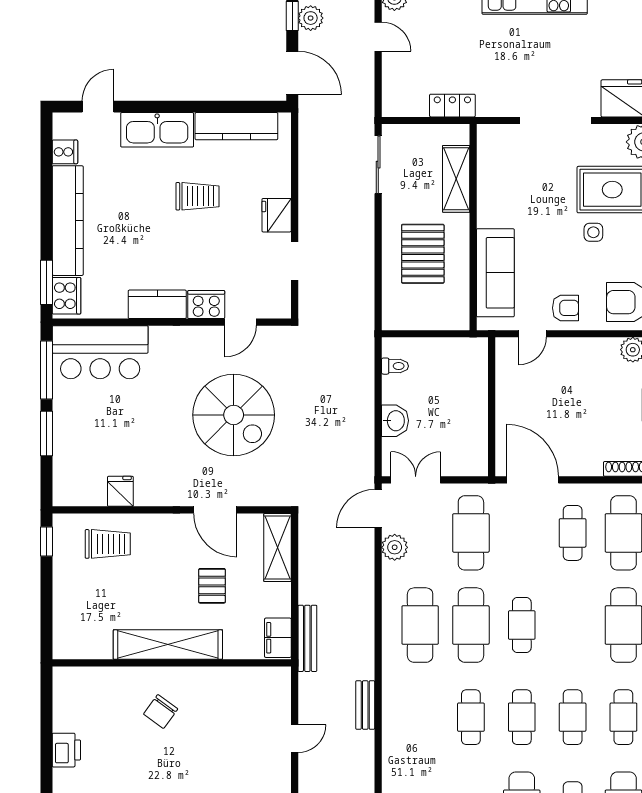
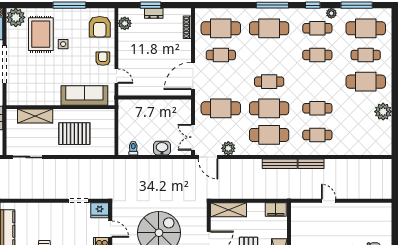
fridge: (277, 215) -> (100, 210), moved
bench: (307, 638) -> (280, 164), moved
cafe table: (522, 717) -> (317, 135), moved

